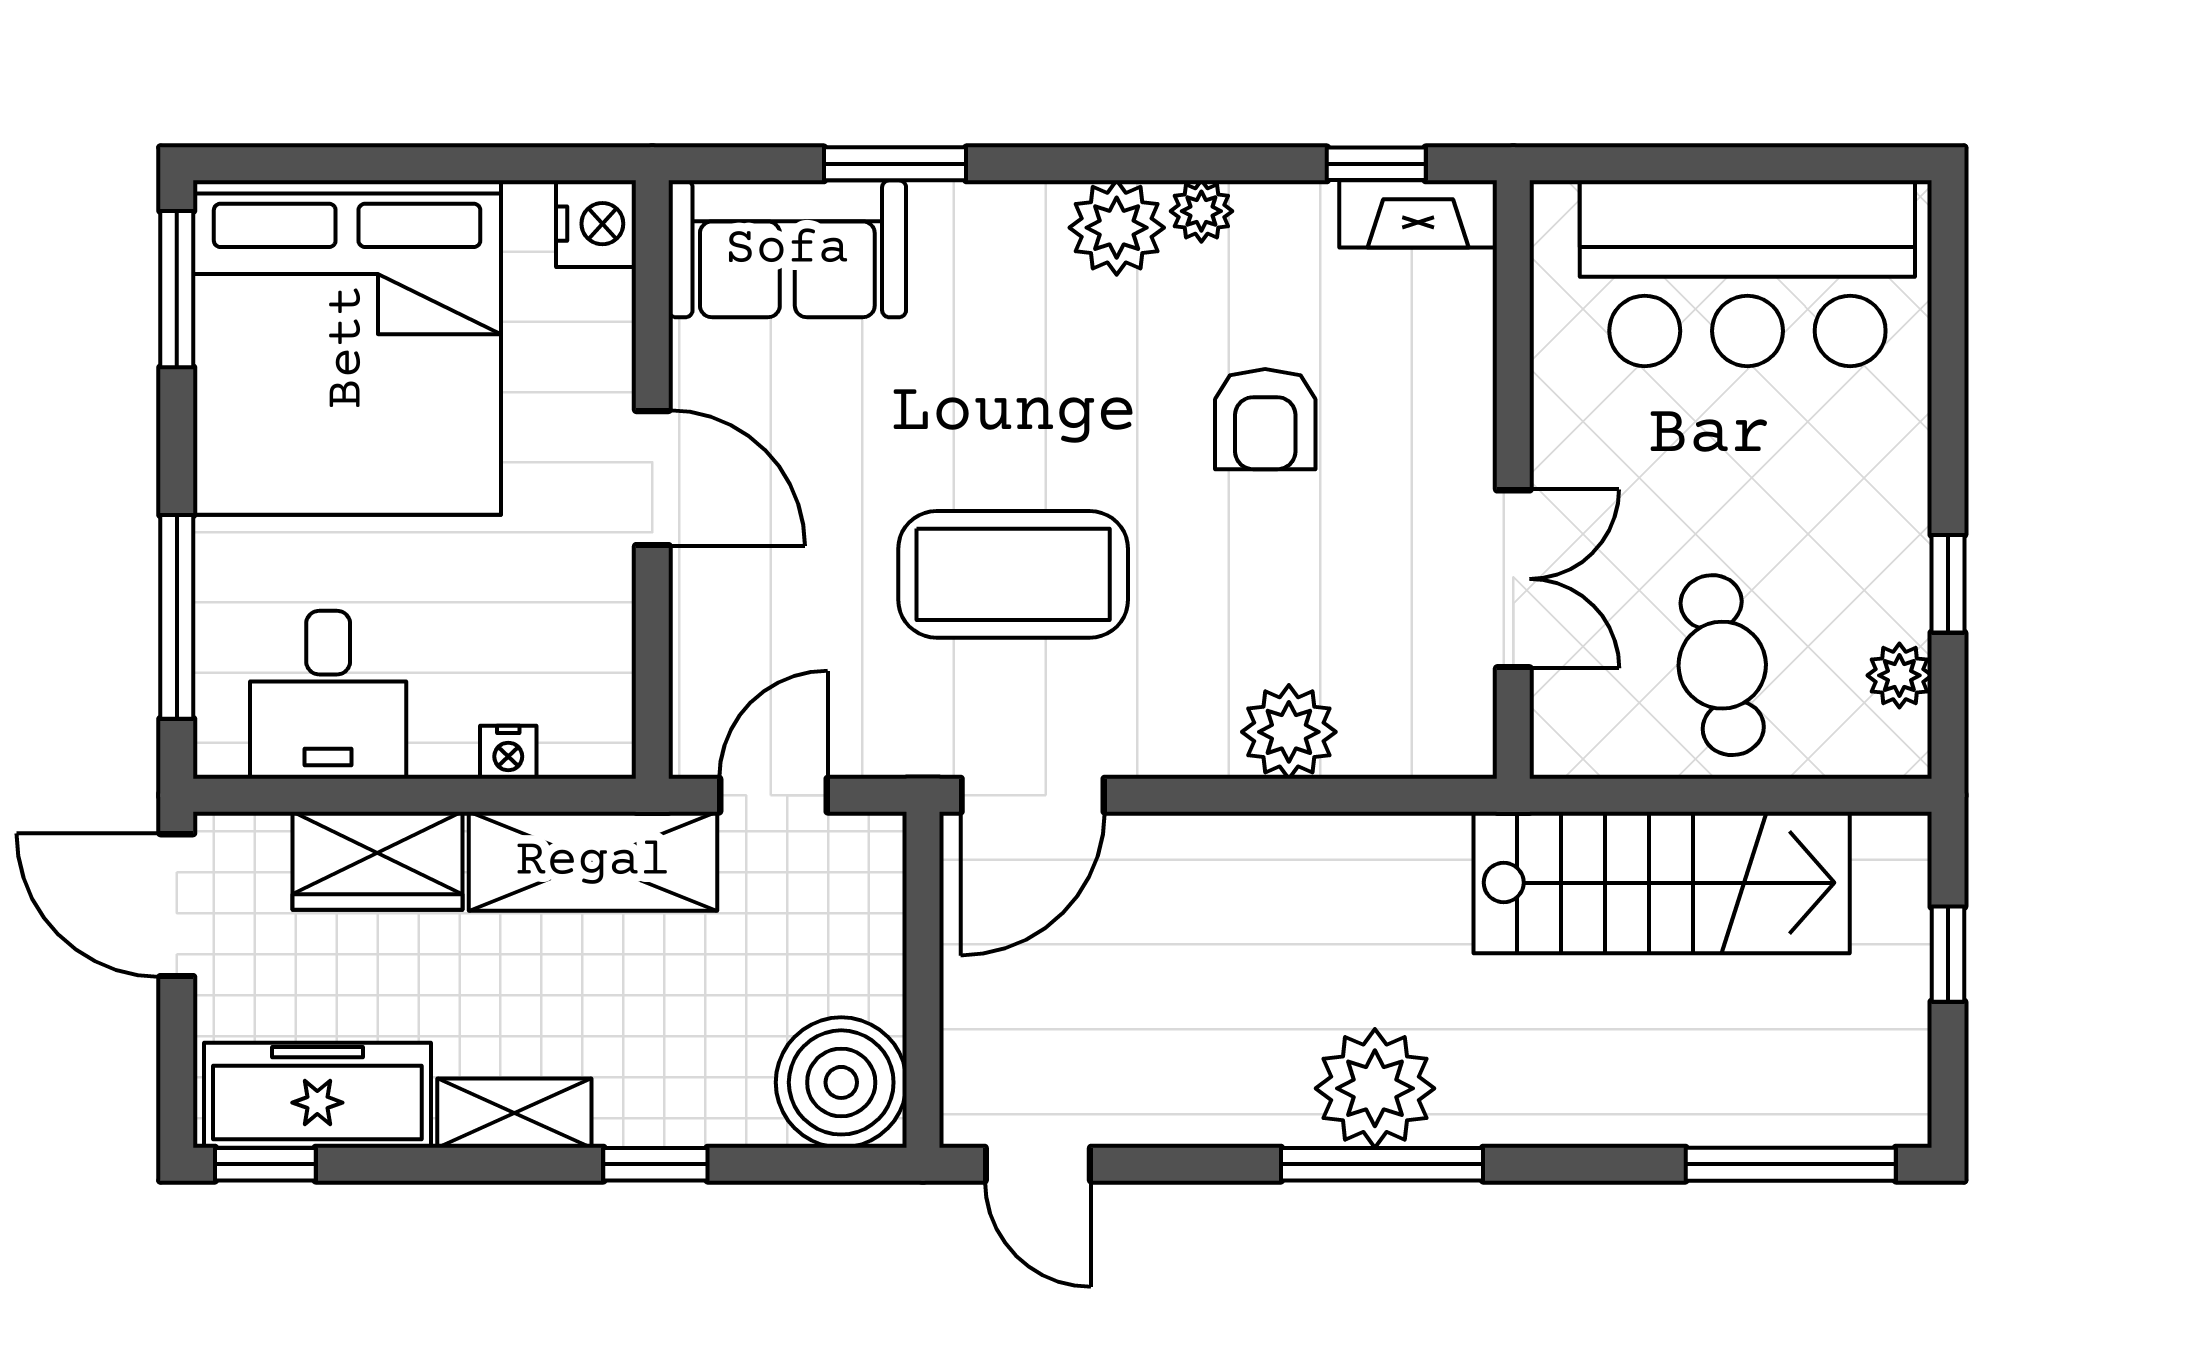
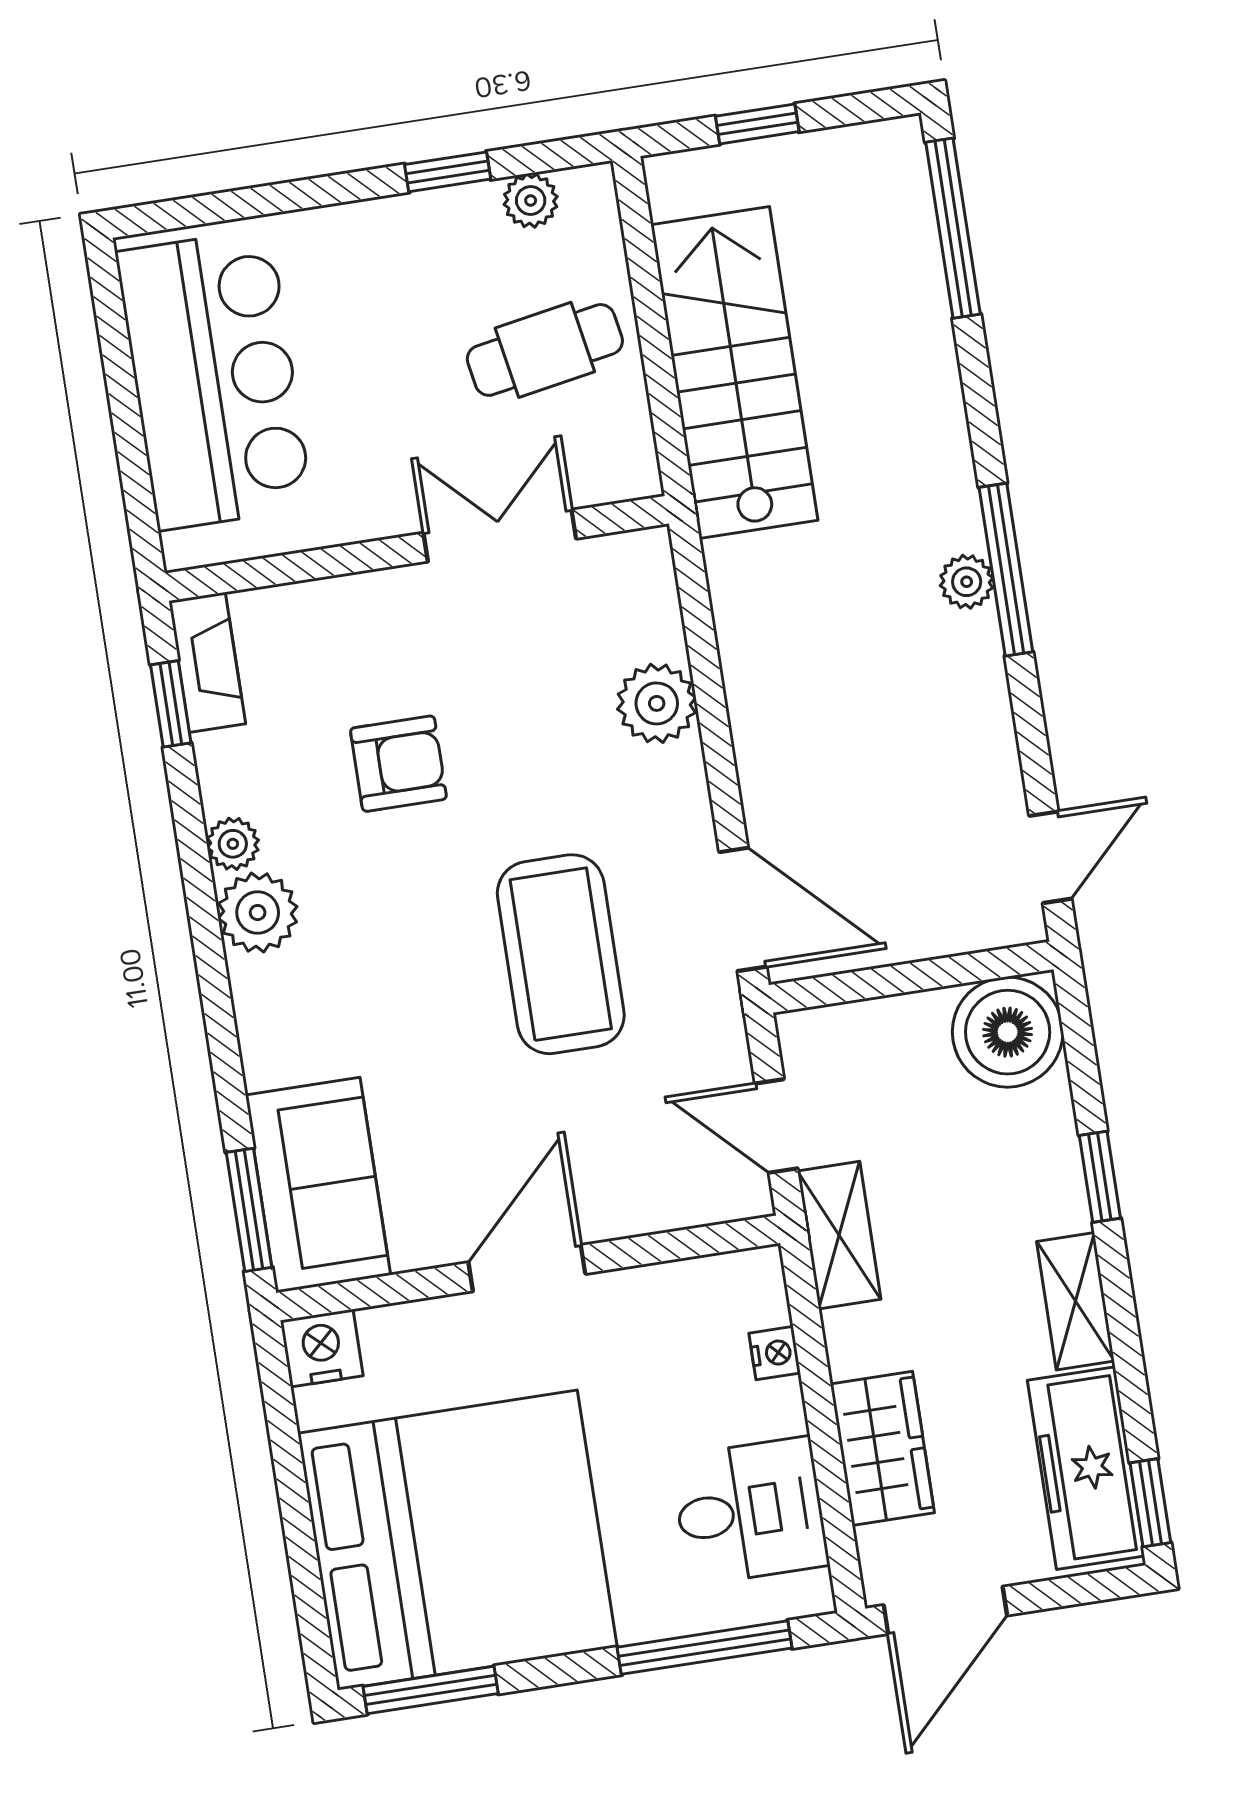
window: (895, 164) -> (249, 1210), moved
shelving: (593, 861) -> (839, 1235), width x0.67, depth x0.75
plant: (1375, 1088) -> (967, 582), width x0.53, depth x0.53

